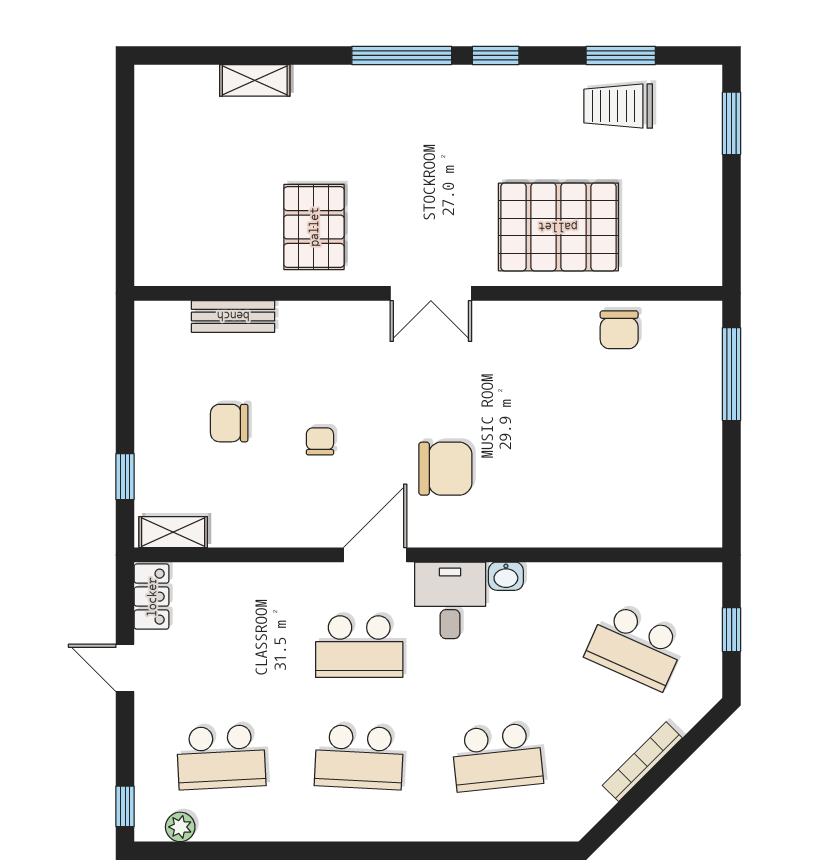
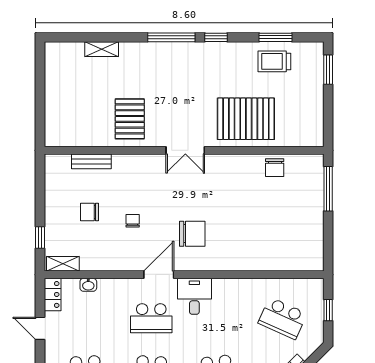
washbasin: (506, 576) -> (88, 285), moved

